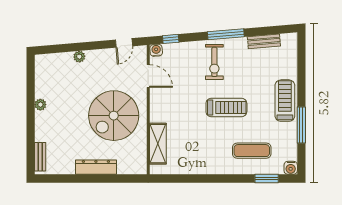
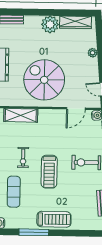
wardrobe: (42, 78) -> (75, 22), added
plant: (40, 105) -> (50, 24), width x1.88, depth x1.88
exercise bike: (210, 140) -> (23, 157), added

